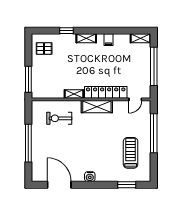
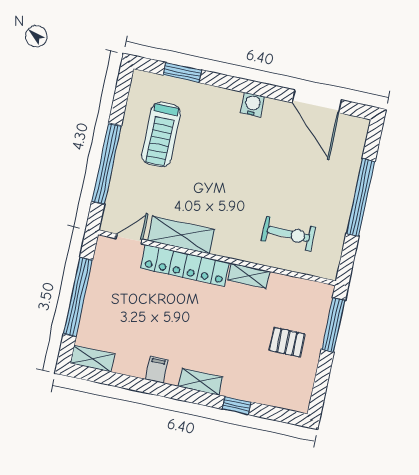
pallet: (44, 49) -> (287, 342), moved
shelving: (97, 107) -> (181, 235), moved

